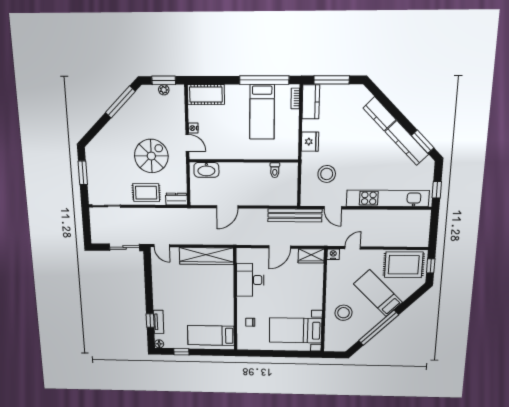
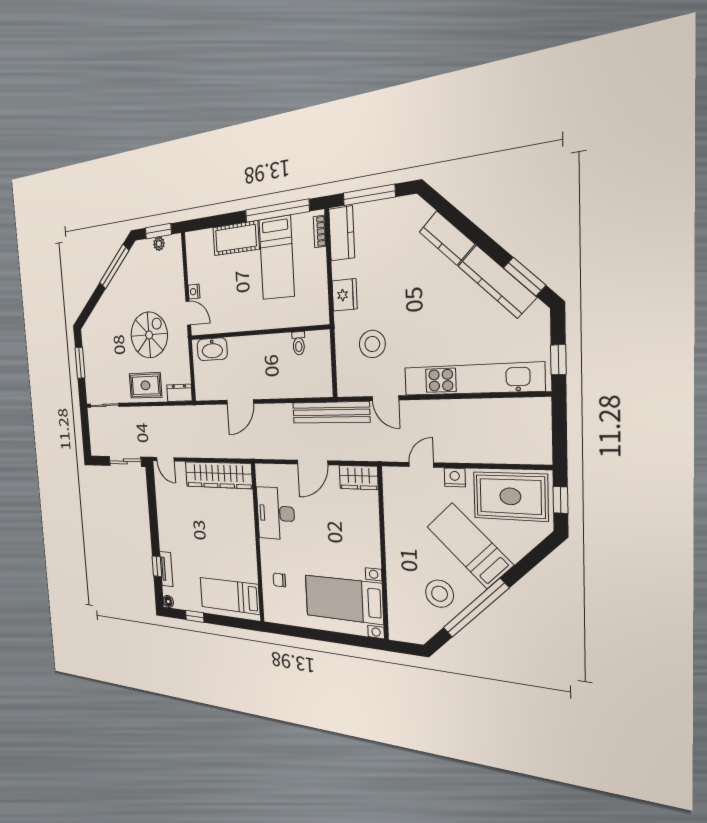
cot: (206, 94) -> (236, 238), moved
nightstand: (333, 254) -> (455, 477), moved
stool: (343, 313) -> (439, 594), moved

